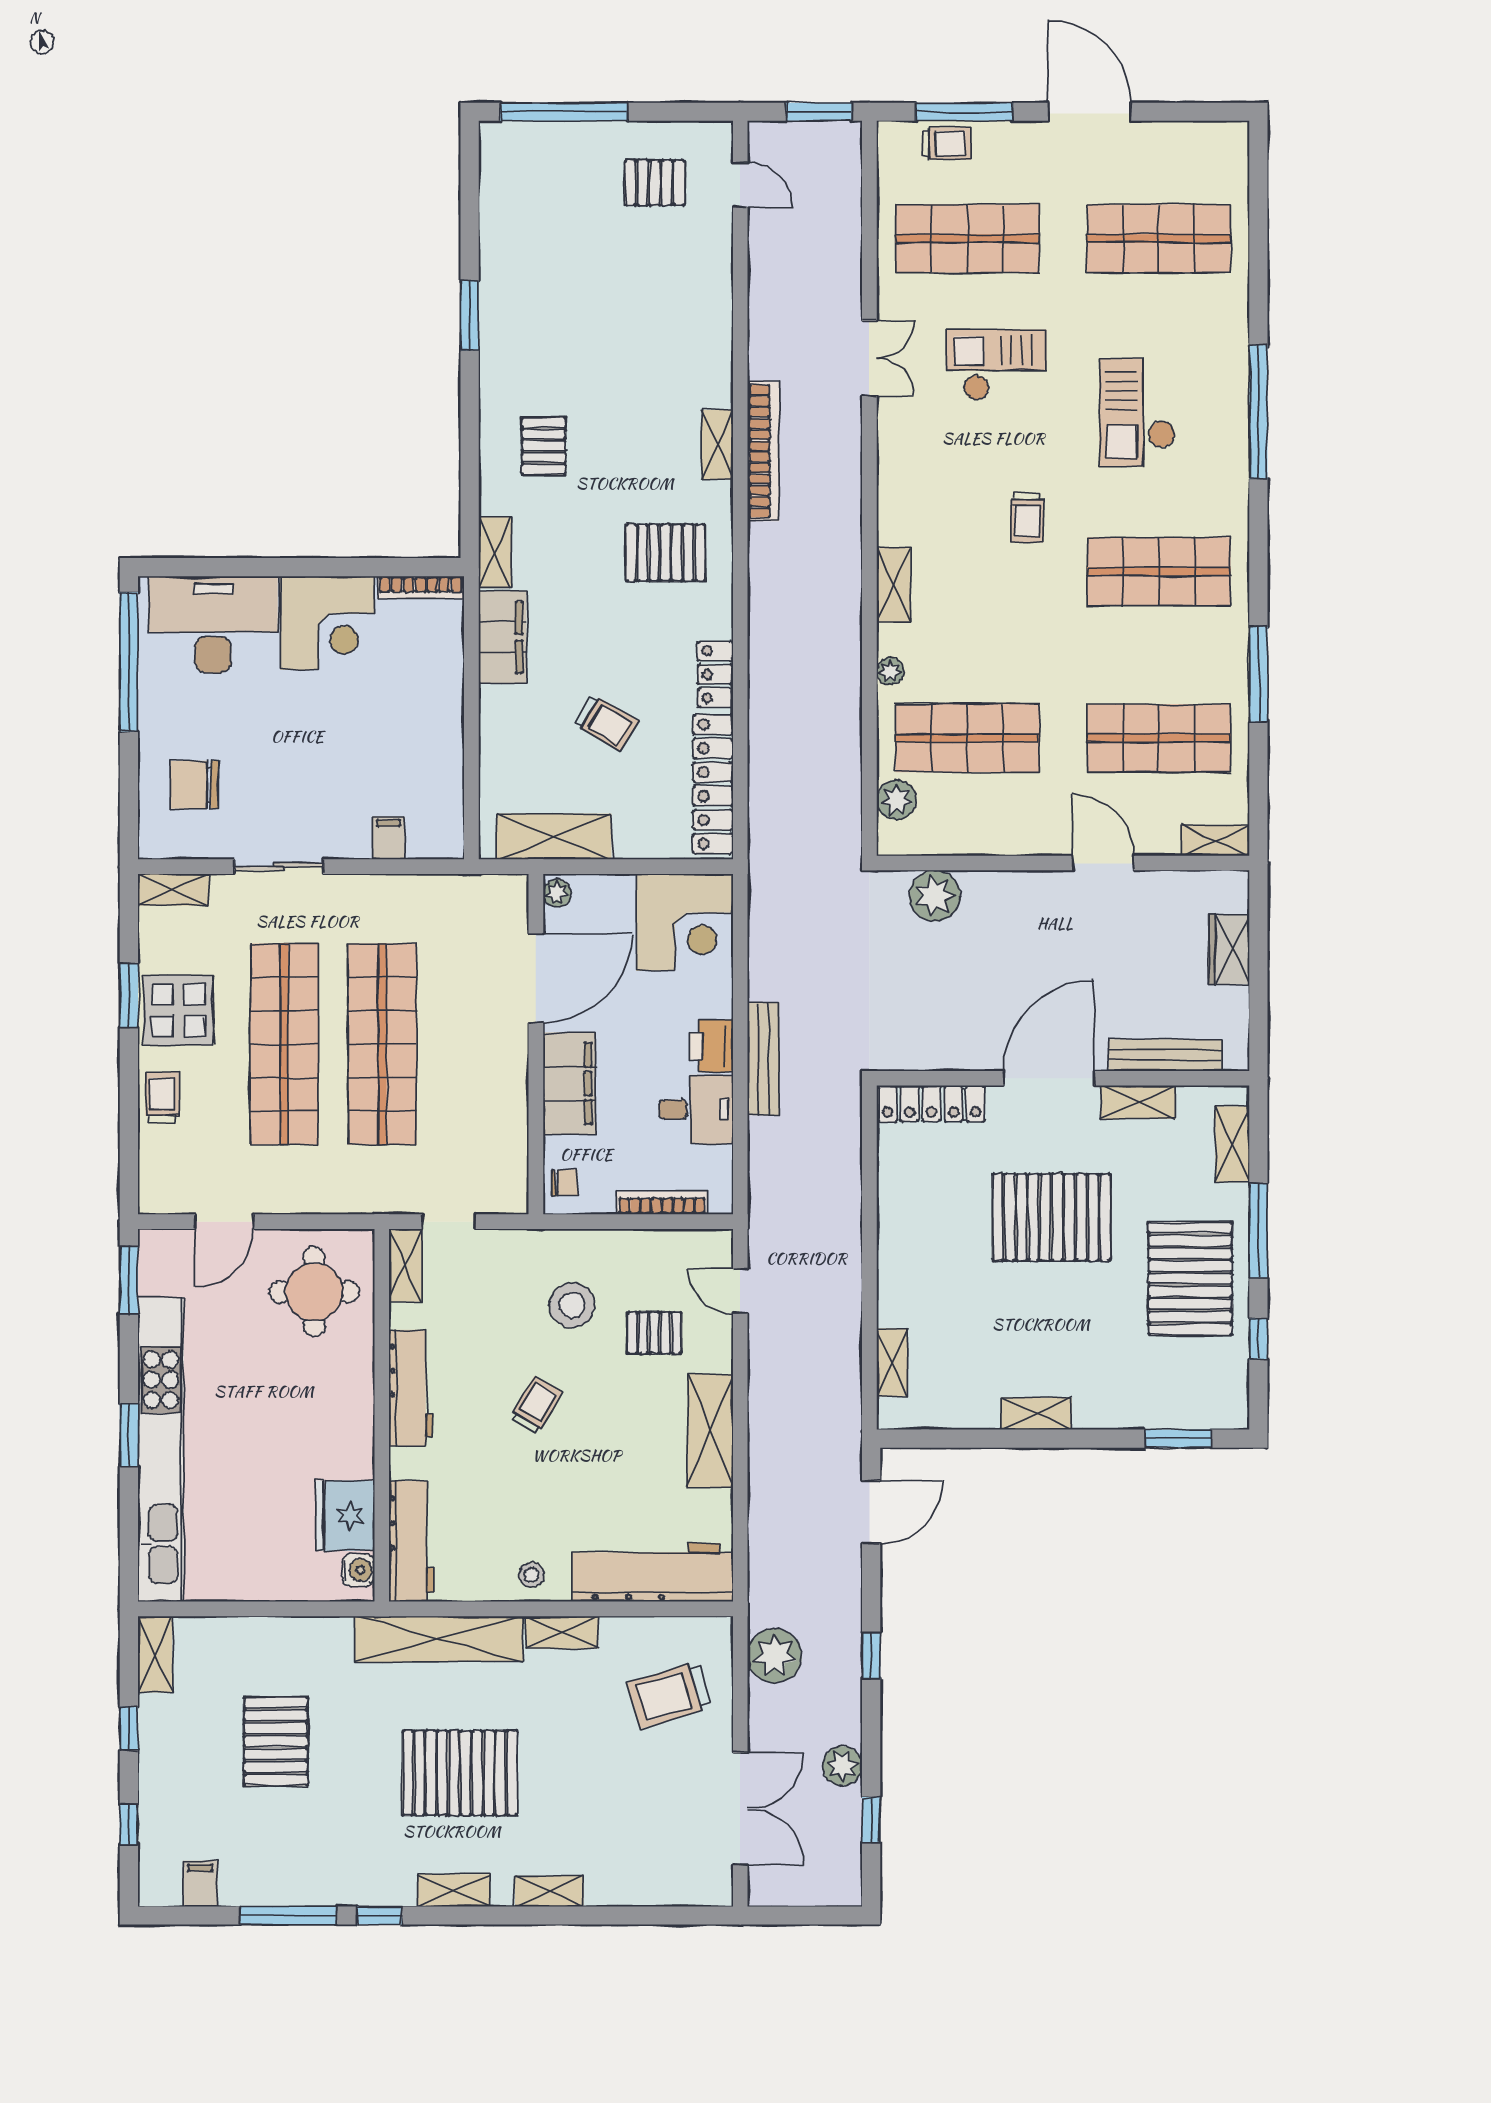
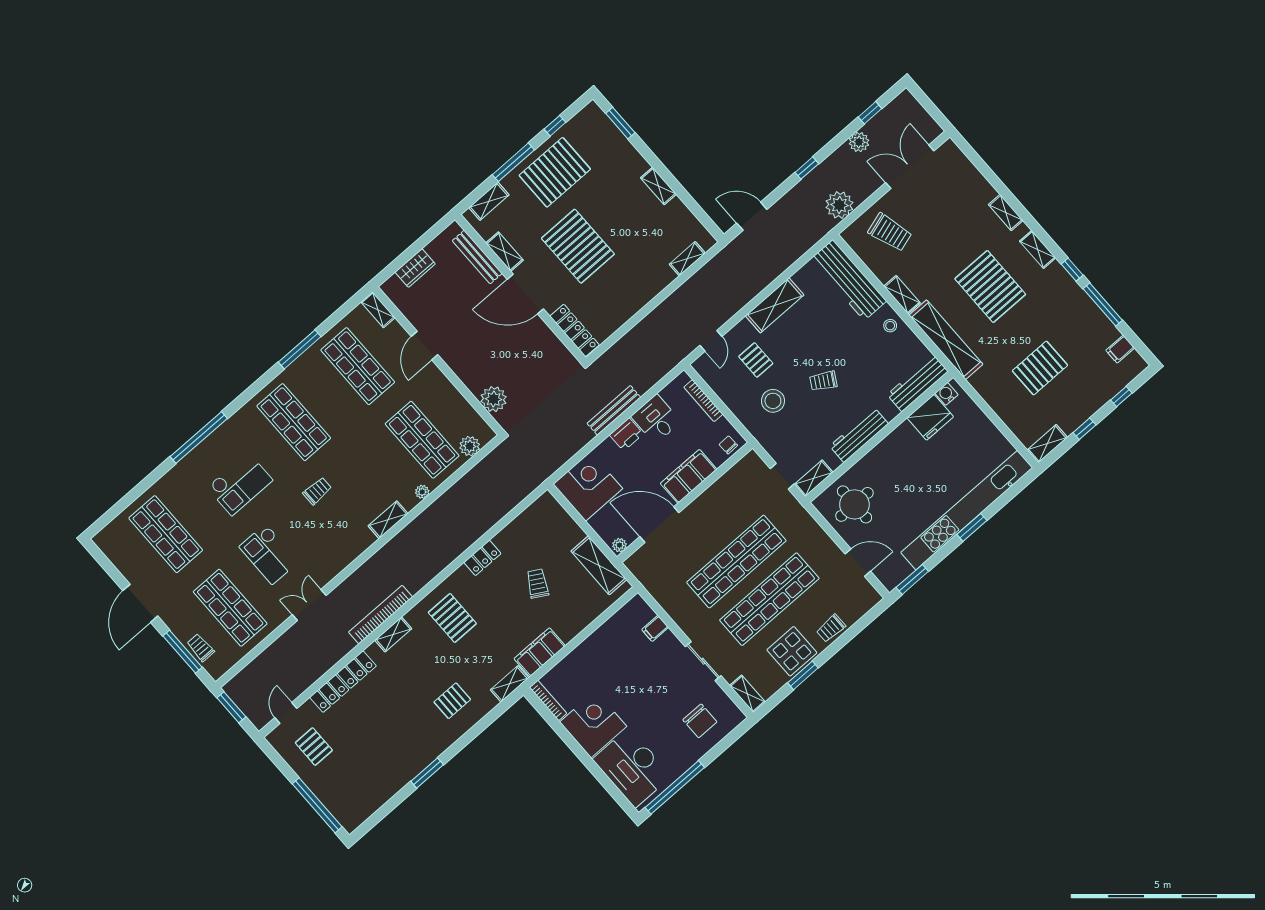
locker: (713, 784) -> (343, 682), moved

